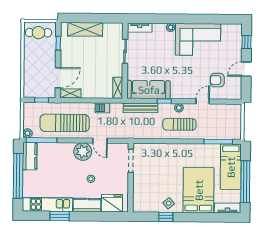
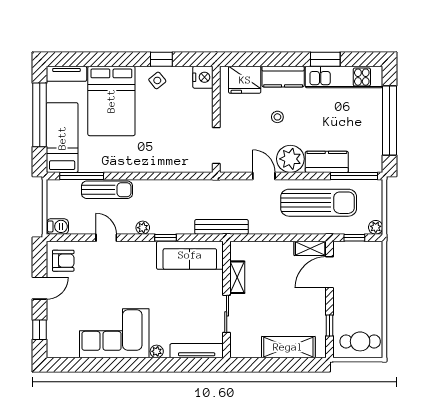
tv unit: (140, 28) -> (197, 351), width x1.41
armchair: (217, 80) -> (63, 261), moved
shelving: (118, 88) -> (237, 277), moved
door: (203, 101) -> (106, 238), swing flipped
barbecue: (102, 108) -> (57, 226), moved
bench: (141, 108) -> (222, 227), moved
sun lounger: (179, 124) -> (107, 190), moved
plant: (28, 133) -> (376, 227), moved
kitchen counter: (30, 156) -> (327, 162), moved, turned 90
nightstand: (139, 205) -> (203, 77), added

